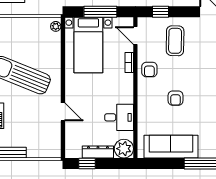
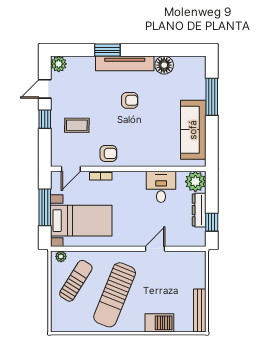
window: (161, 12) -> (45, 119), moved
sun lounger: (34, 40) -> (76, 281), added
coffee table: (175, 41) -> (77, 125), width x0.73, depth x0.77
armchair: (176, 98) -> (130, 100), moved

